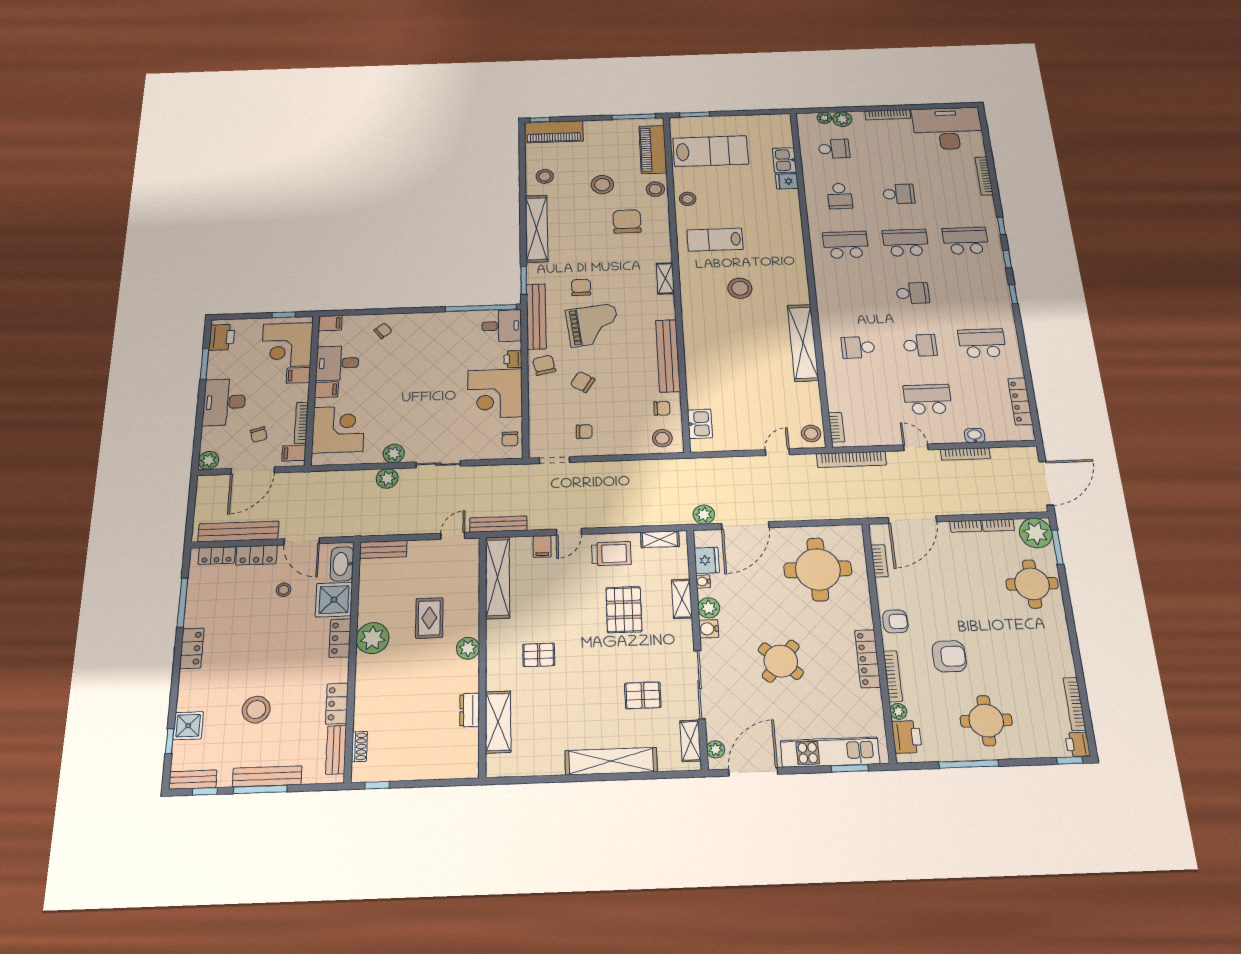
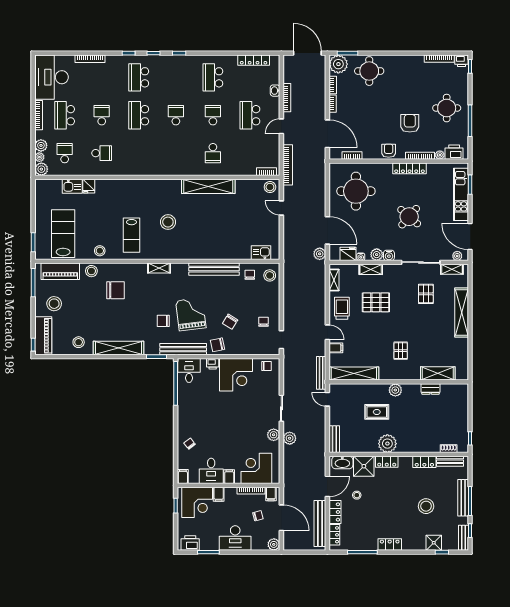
plant: (806, 121) -> (41, 169), added
stool: (602, 185) -> (54, 304), moved
chair: (627, 221) -> (115, 290), turned 180
school desk: (846, 245) -> (65, 115), moved

